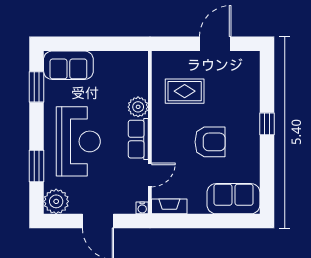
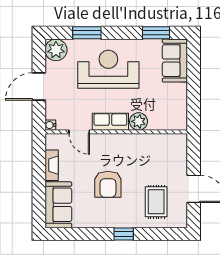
rug: (185, 91) -> (156, 202), moved
reception desk: (78, 141) -> (108, 69), turned 180
fireplace: (169, 206) -> (52, 165), moved

